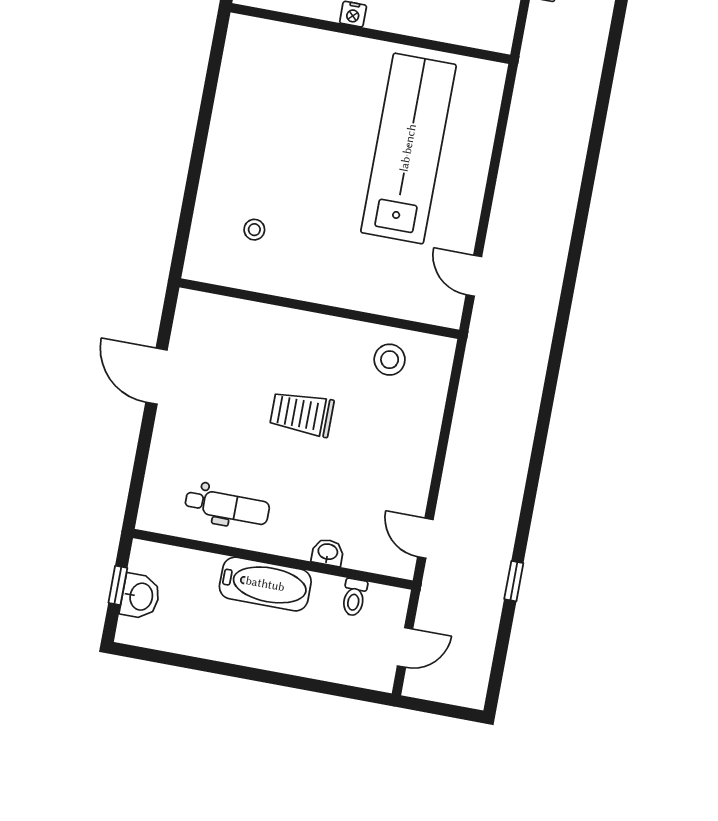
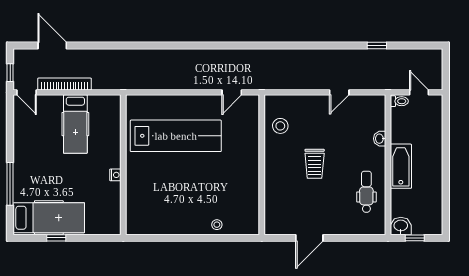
lab bench: (408, 148) -> (176, 136), turned 180
stool: (254, 230) -> (217, 225), moved
door: (425, 538) -> (339, 92), moved
washbasin: (140, 596) -> (401, 226), moved
toilet: (354, 597) -> (399, 101), moved

